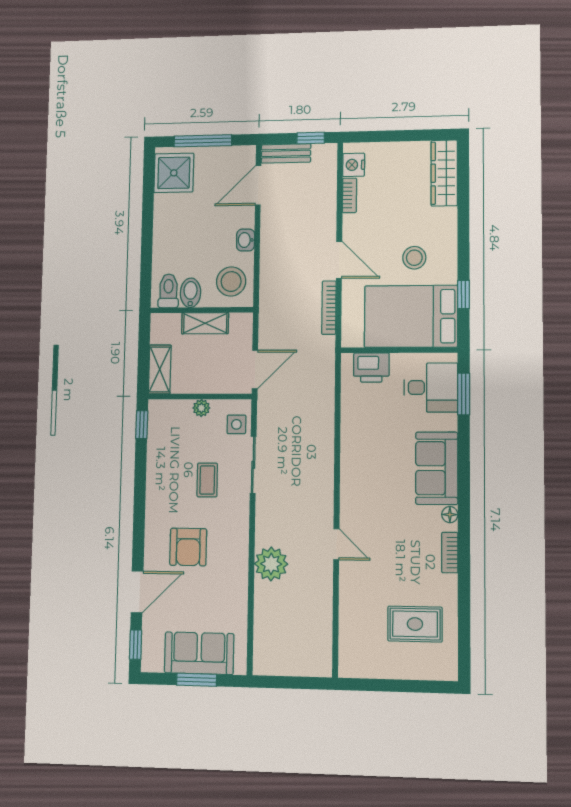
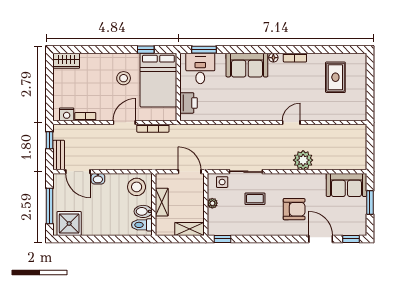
wardrobe: (444, 173) -> (66, 61), width x0.67
washbasin: (246, 240) -> (98, 179), moved
sofa: (199, 653) -> (346, 185), moved, turned -90

